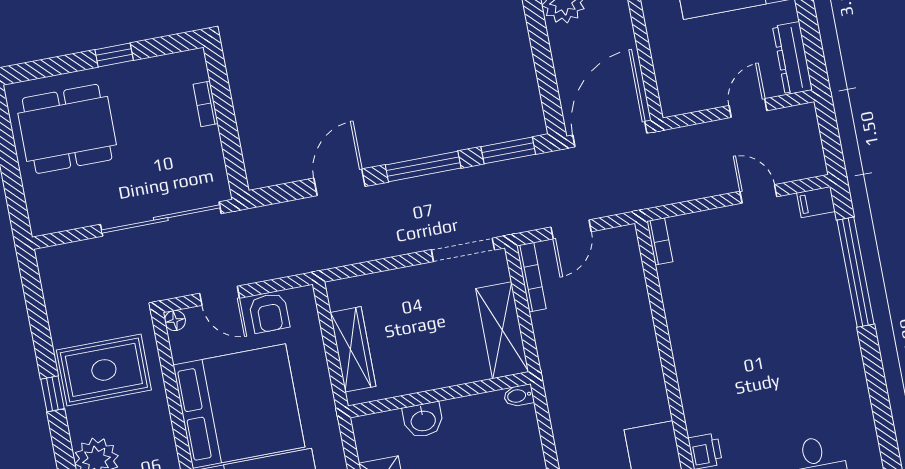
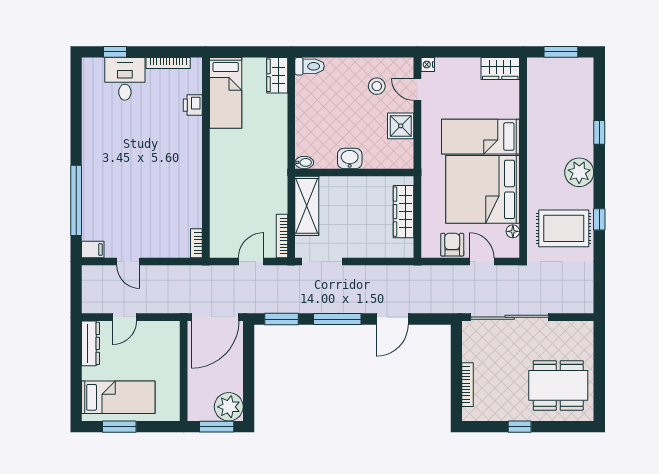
bookcase: (206, 104) -> (468, 385), width x1.56
floor lamp: (175, 320) -> (513, 231), moved
washbasin: (423, 420) -> (350, 158), moved

